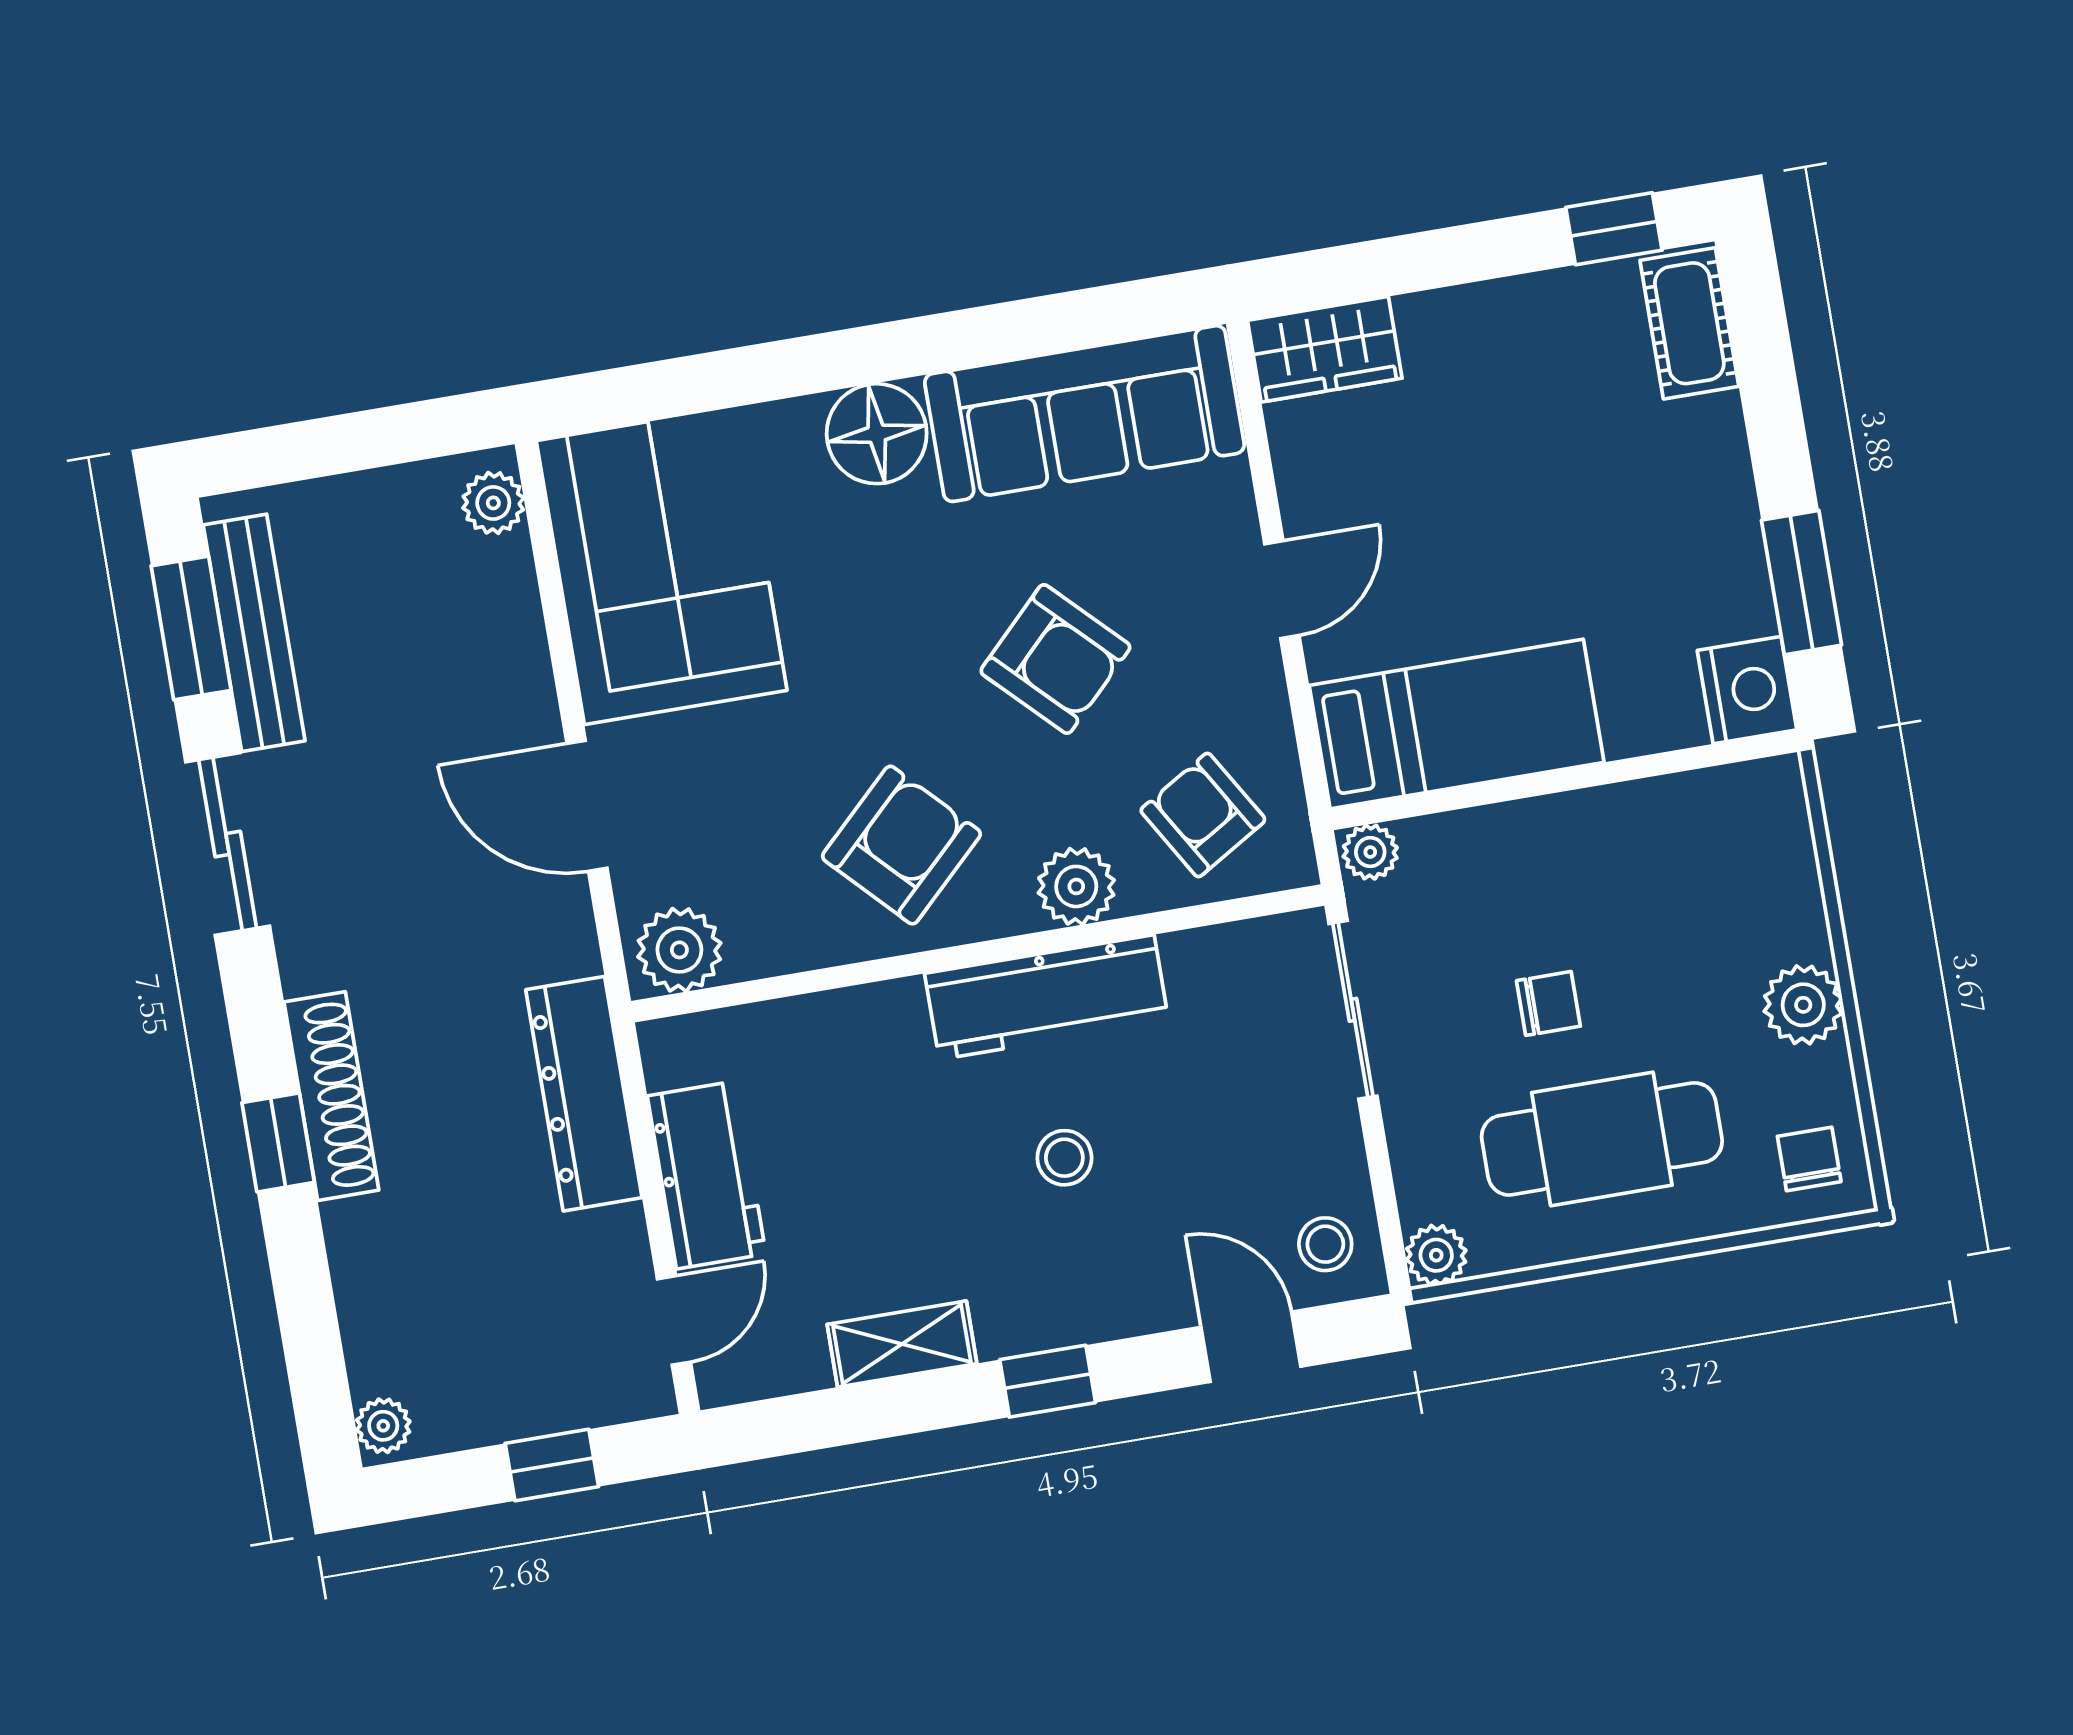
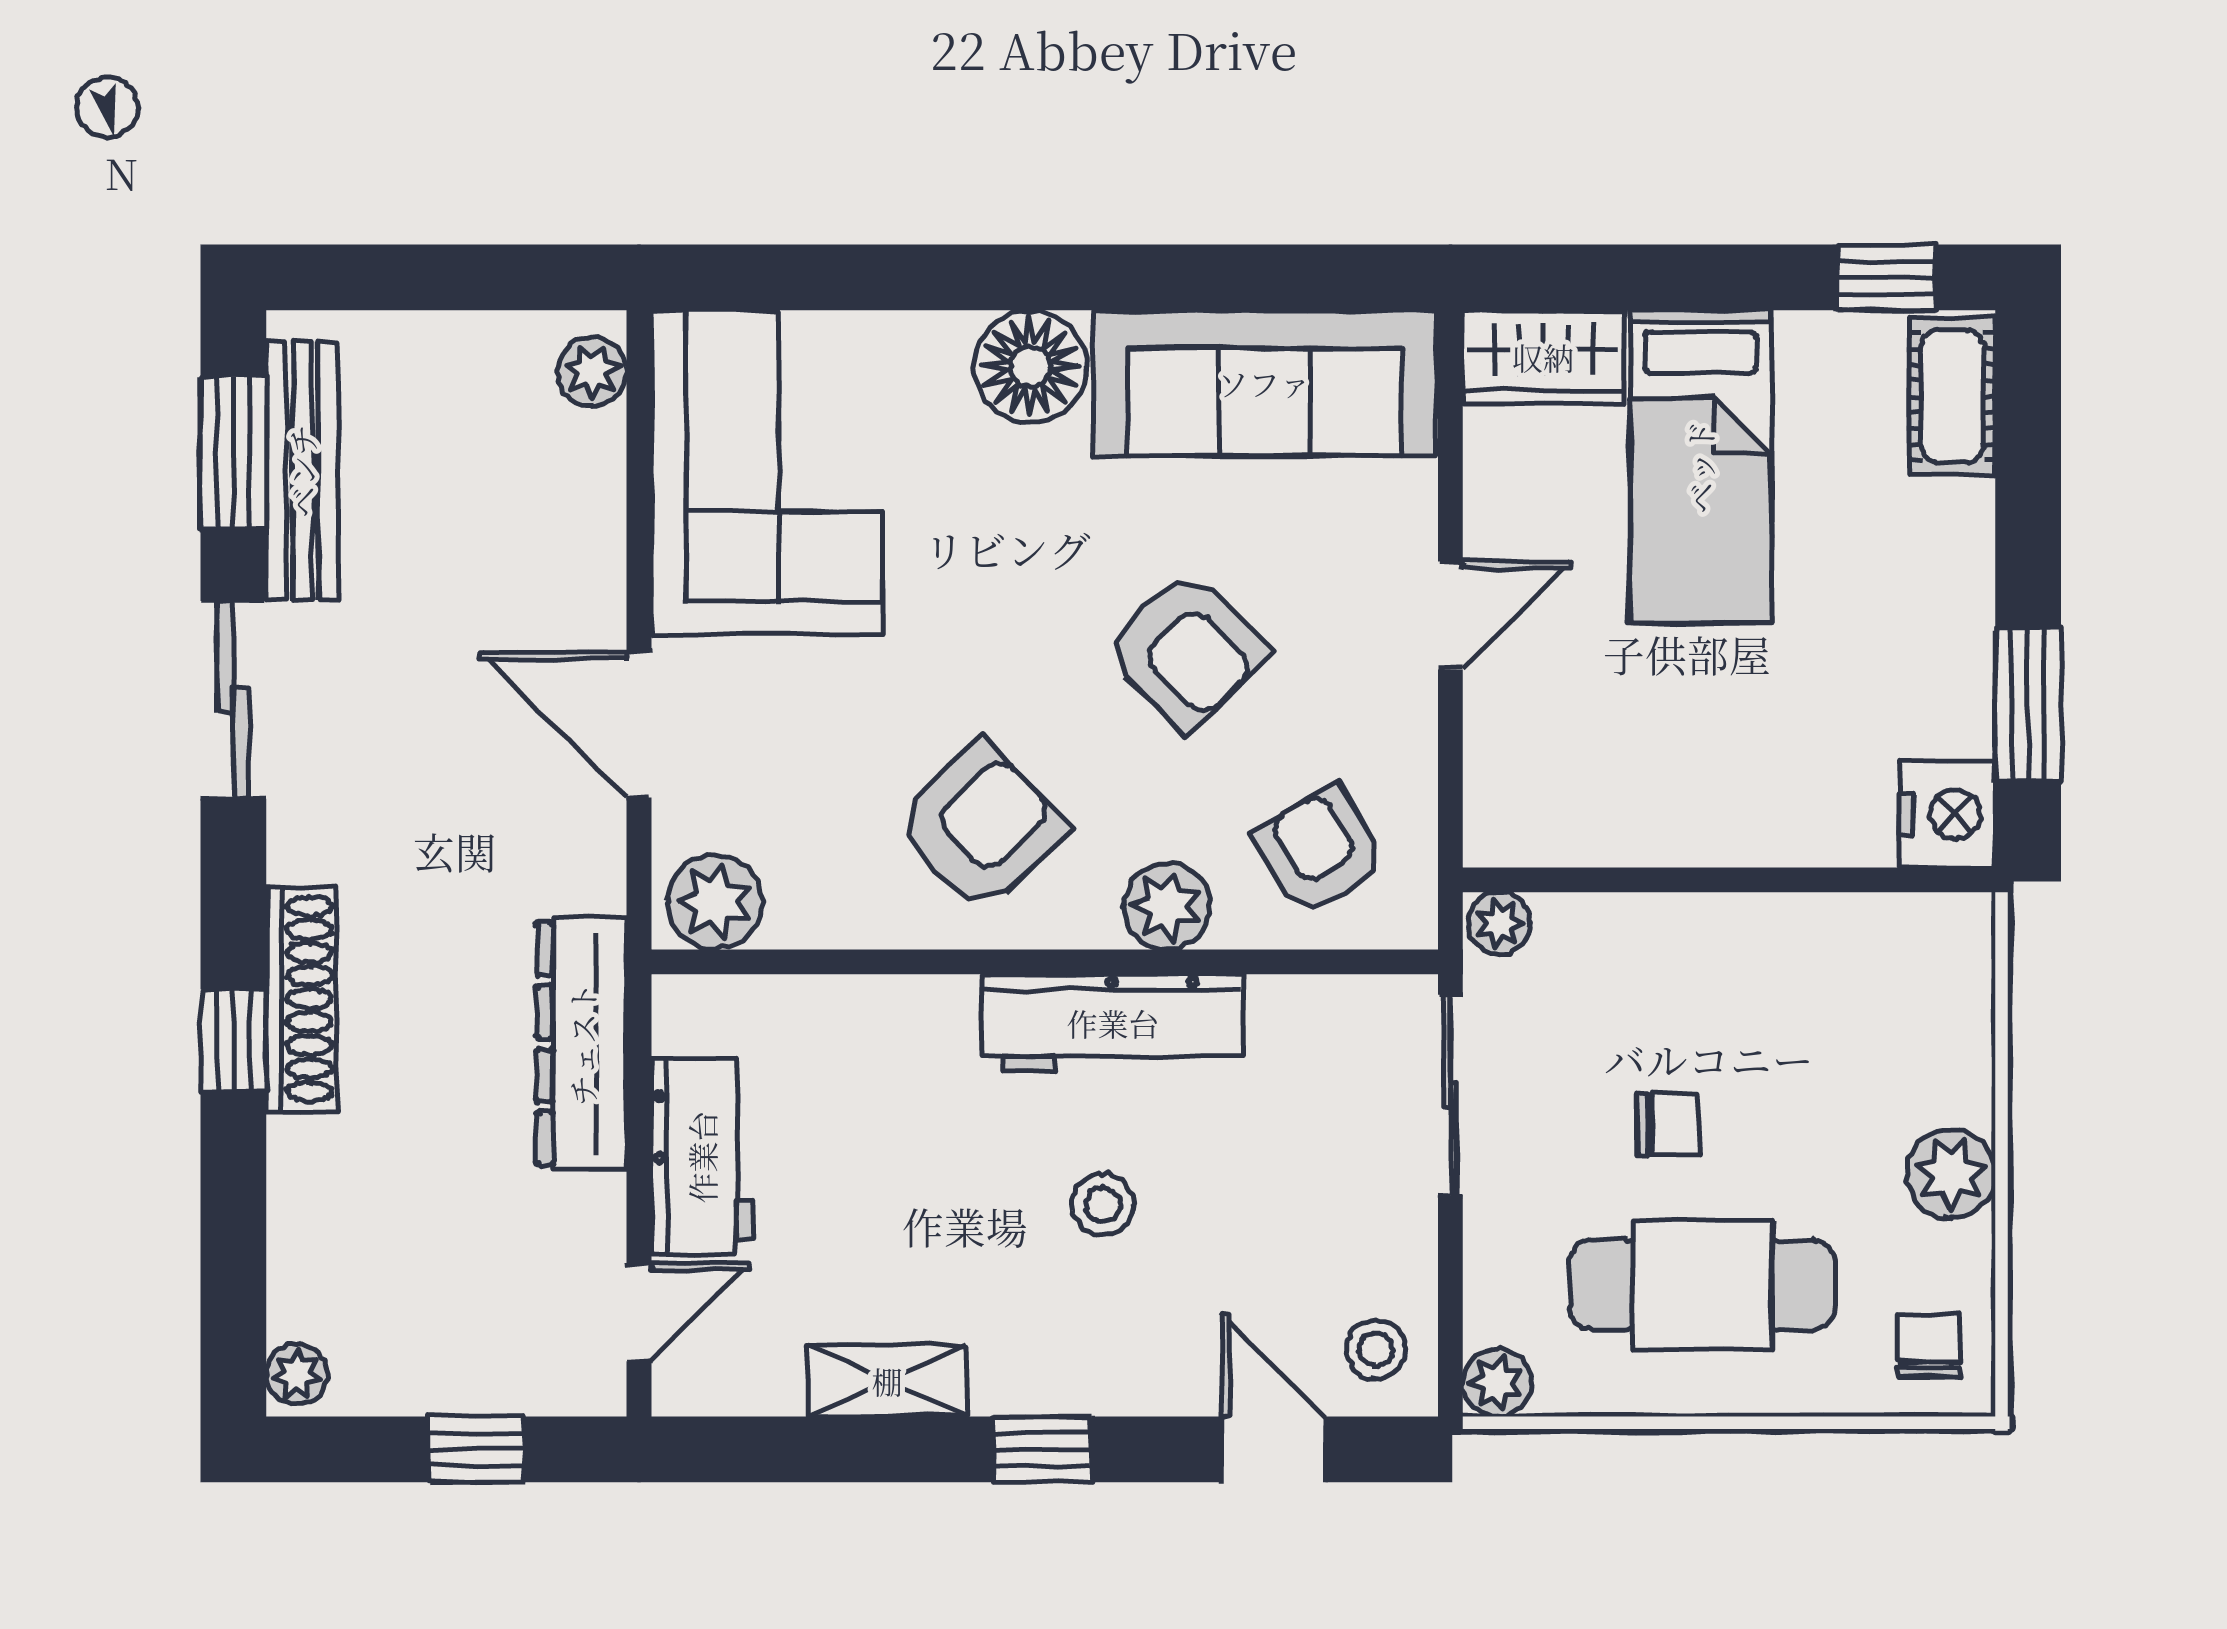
bed: (1457, 724) -> (1700, 467), moved, turned 90

